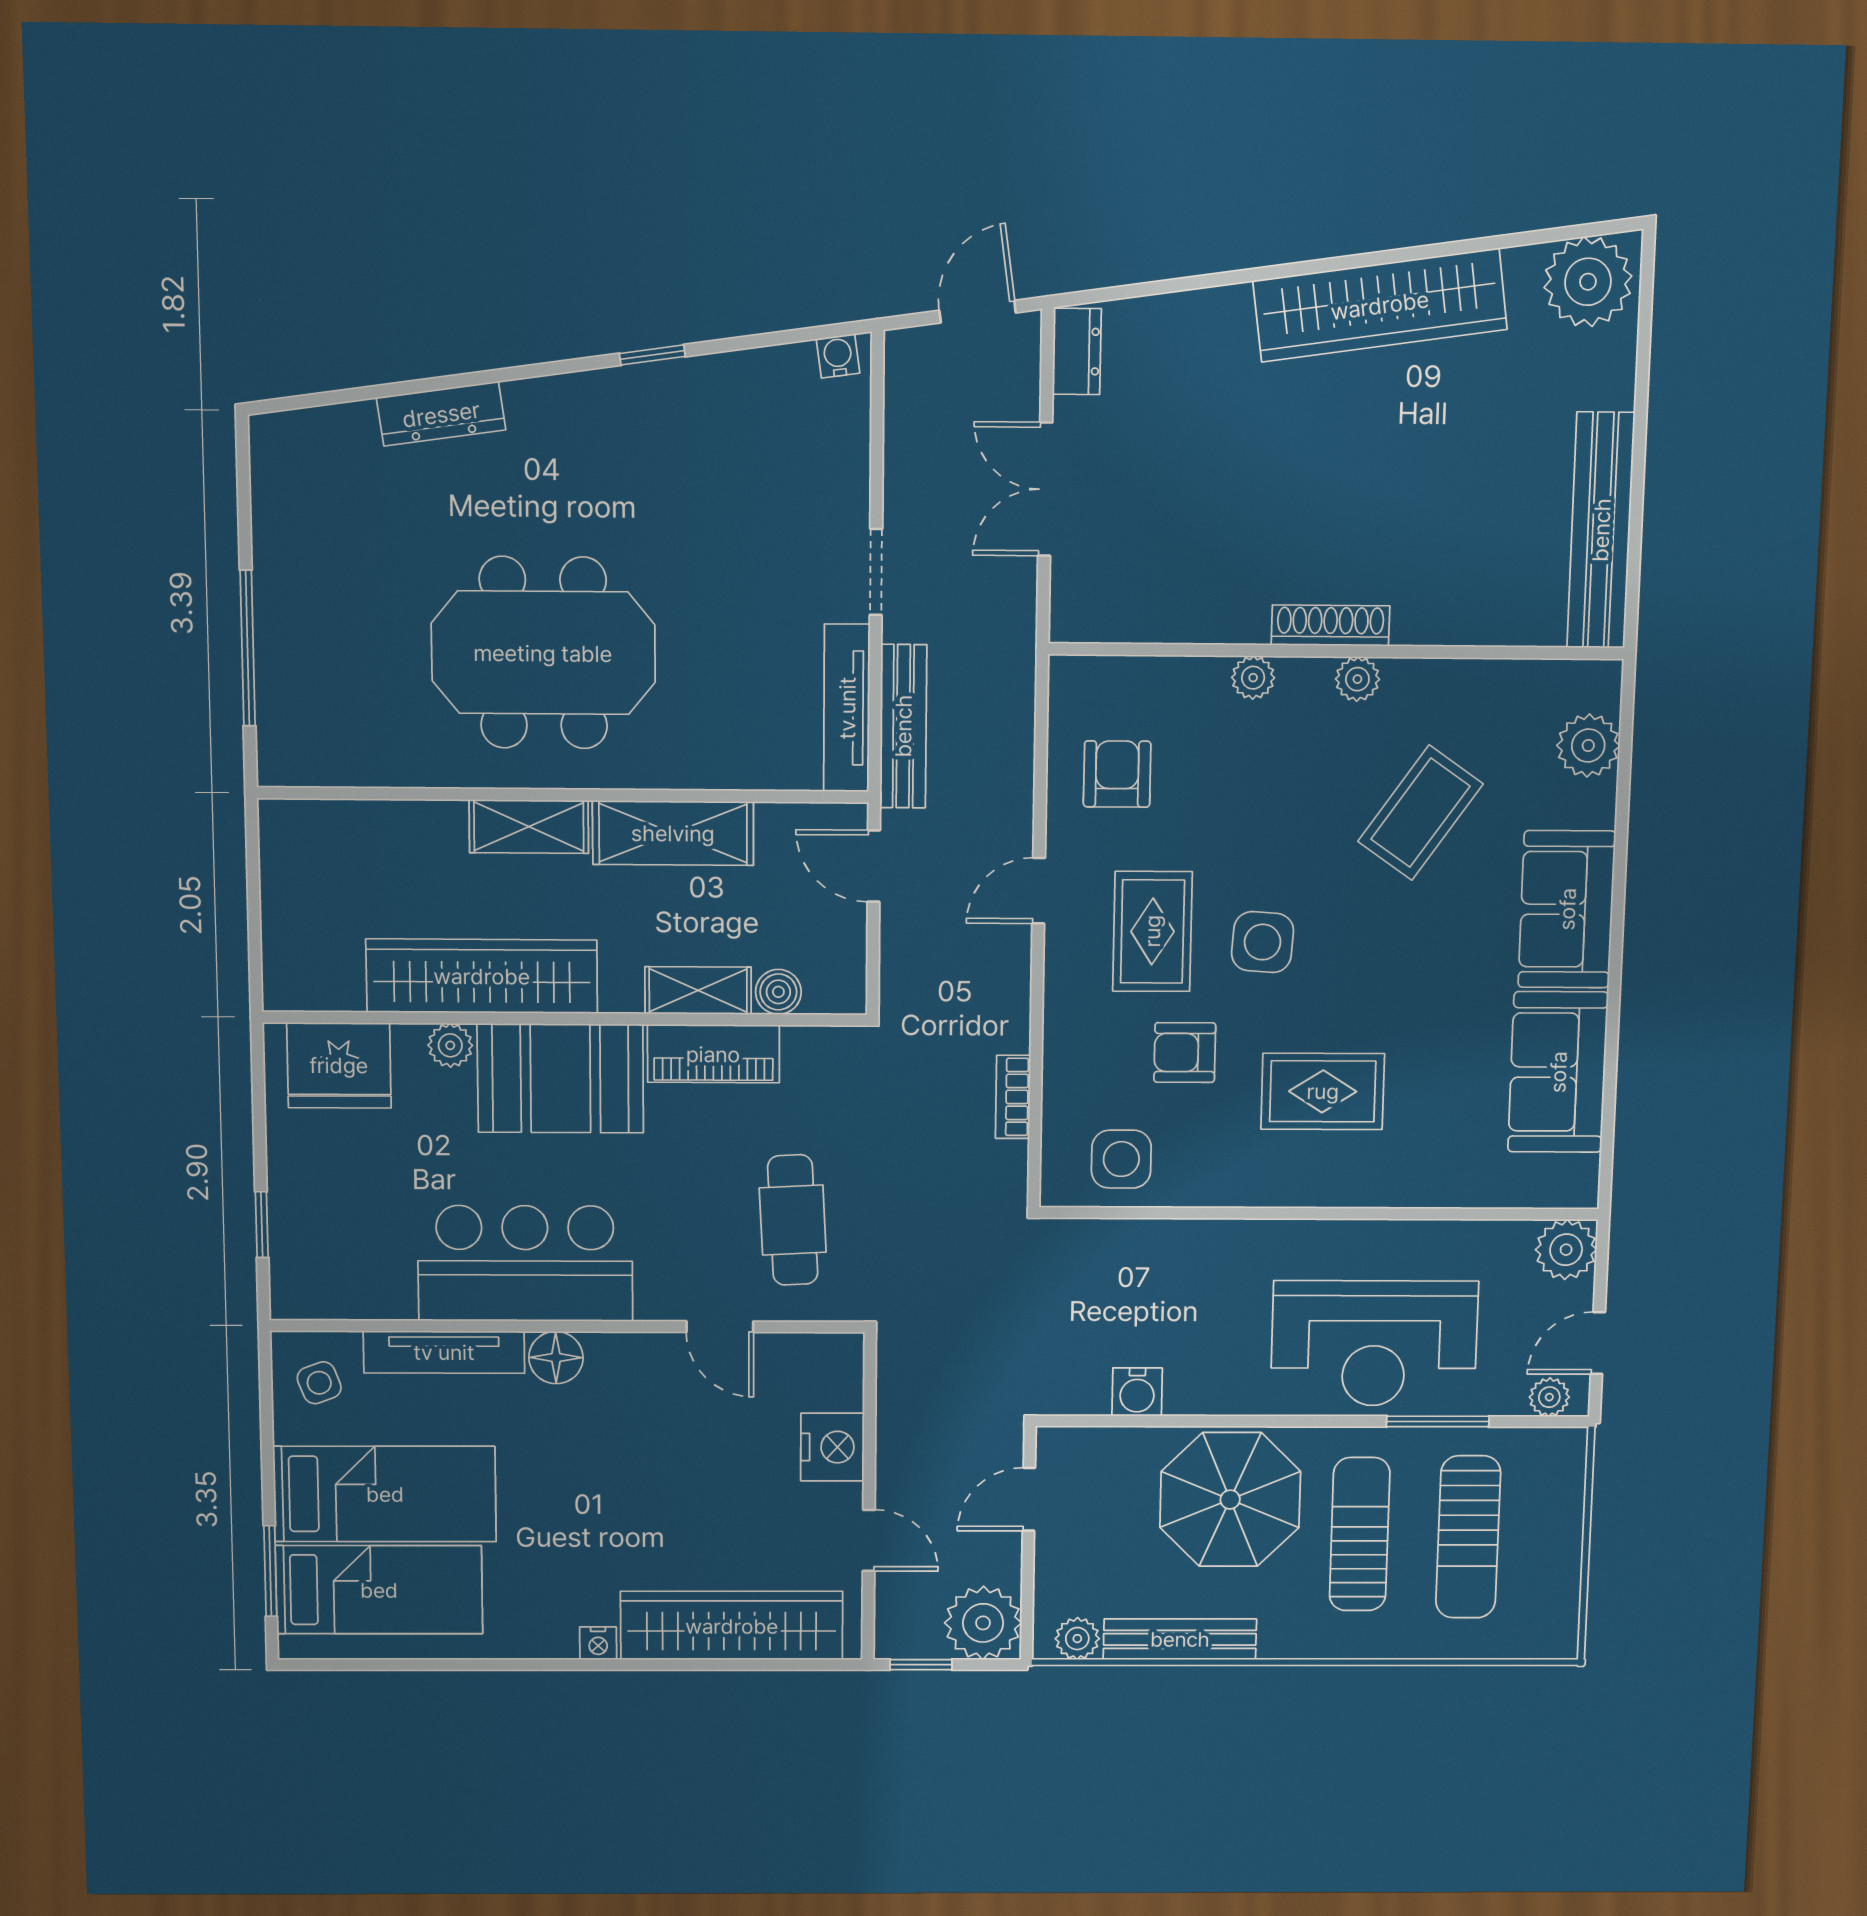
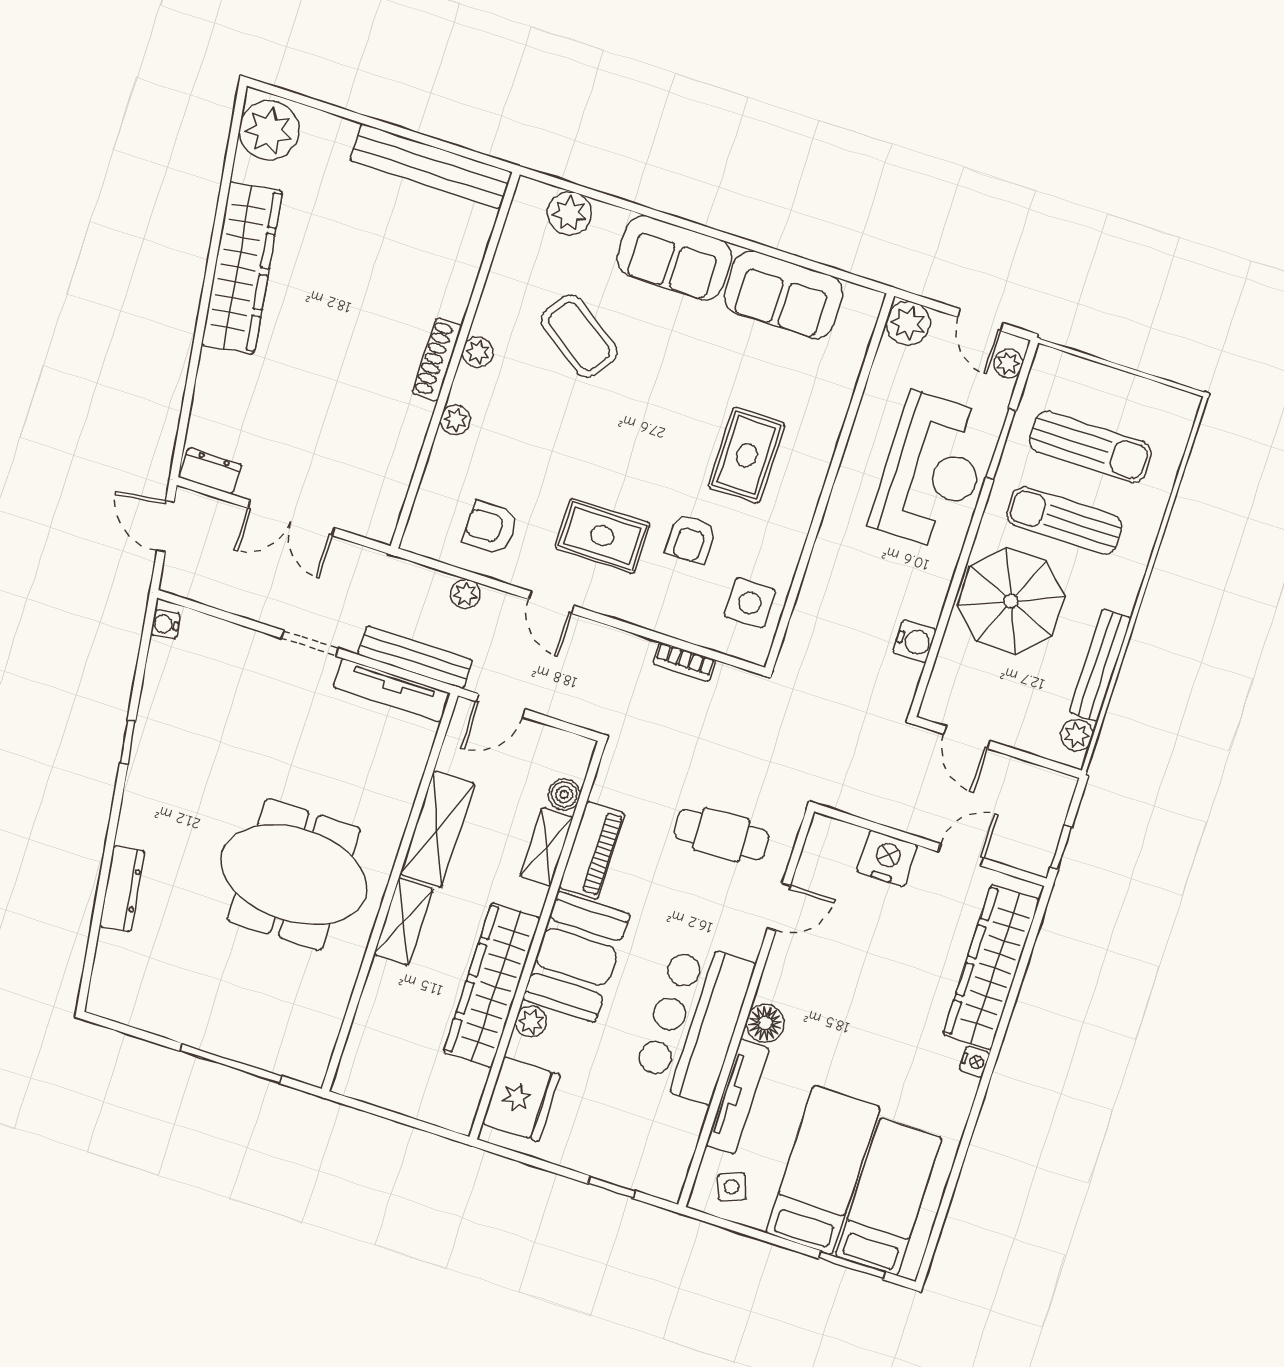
meeting table: (543, 653) -> (294, 874), turned 90
side table: (1263, 942) -> (632, 465), removed
plant: (983, 1623) -> (465, 594), moved, width x0.53, depth x0.53

